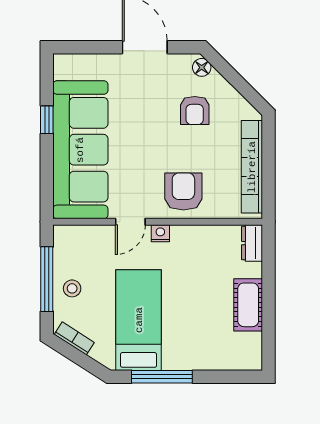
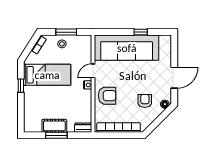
armchair: (195, 110) -> (145, 101), turned 90
door: (130, 222) -> (93, 71), hinge flipped
window: (47, 279) -> (66, 32), width x0.69
window: (269, 300) -> (56, 135), added
window: (162, 377) -> (21, 86), width x0.46

